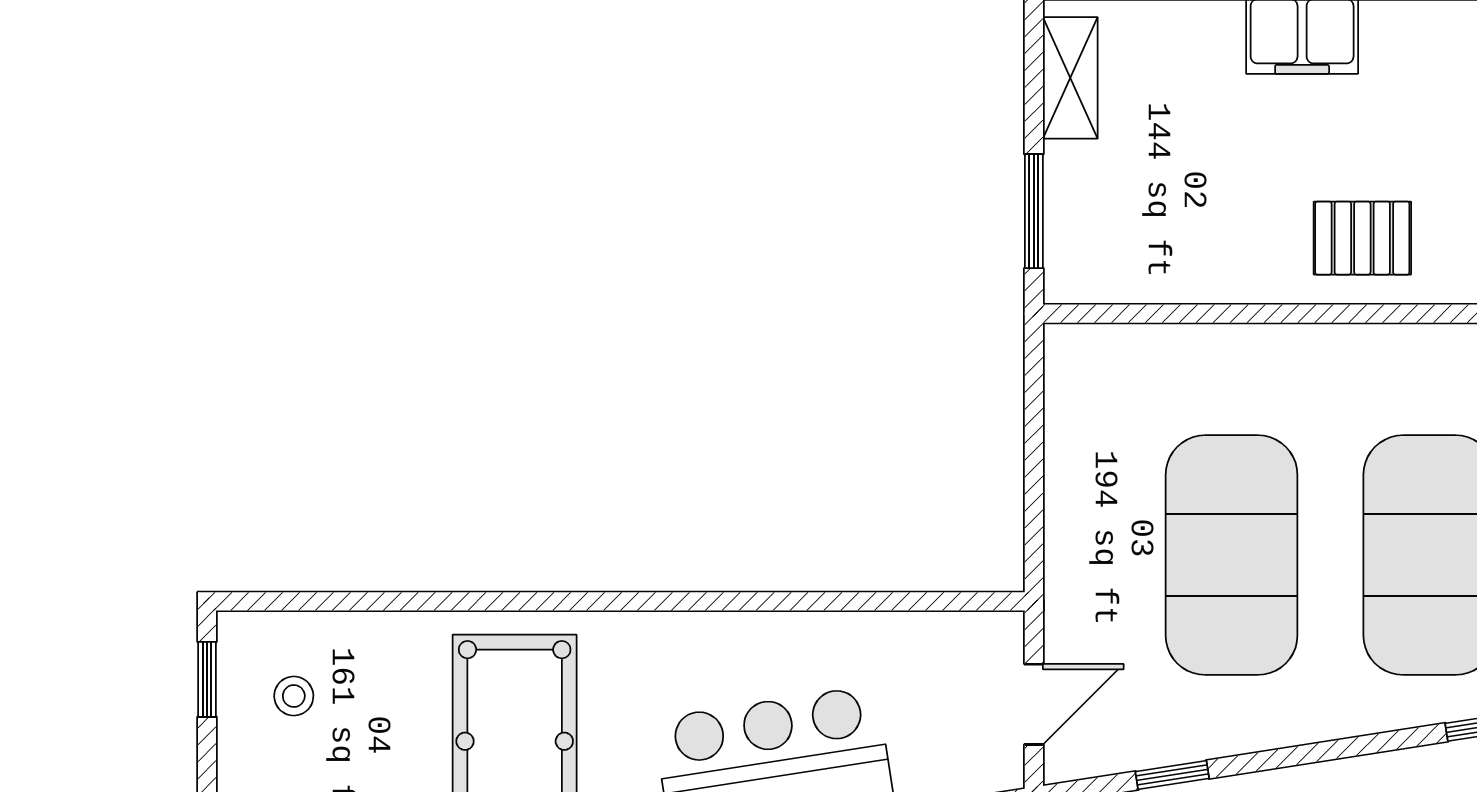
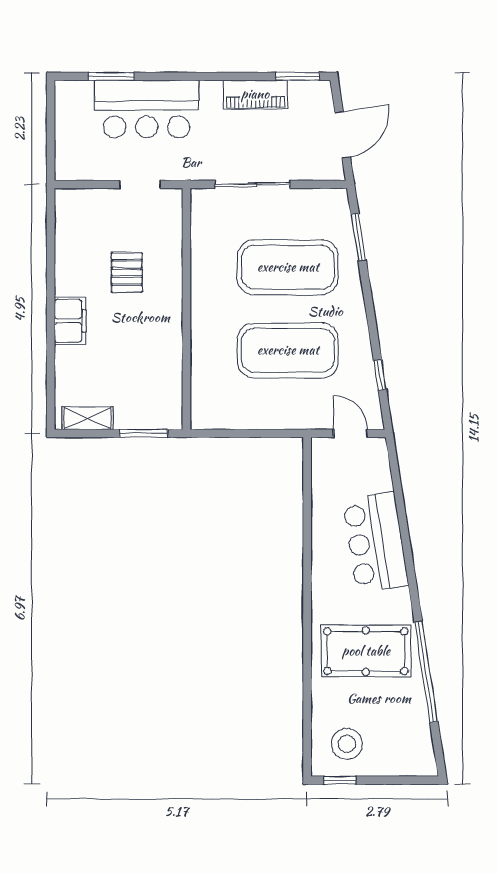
pallet: (1362, 238) -> (127, 272), moved
stool: (294, 696) -> (347, 744), width x1.89, depth x1.89

